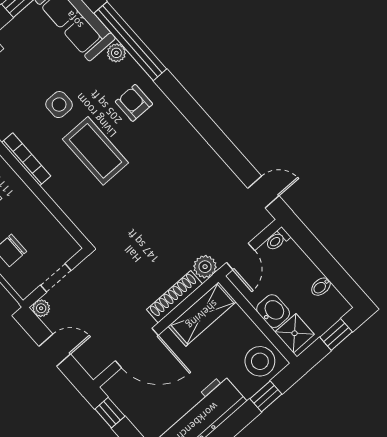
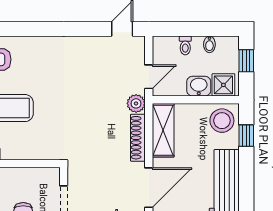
toilet: (278, 239) -> (185, 45), moved
door: (241, 257) -> (149, 77), hinge flipped

